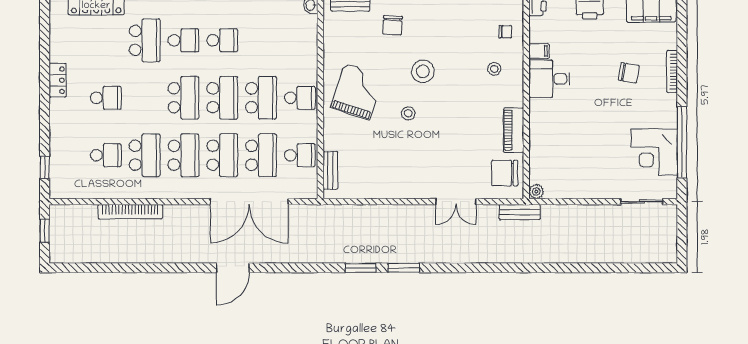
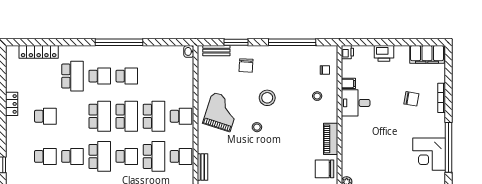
school desk: (145, 155) -> (73, 156), width x0.54
school desk: (222, 155) -> (127, 156), width x0.54

